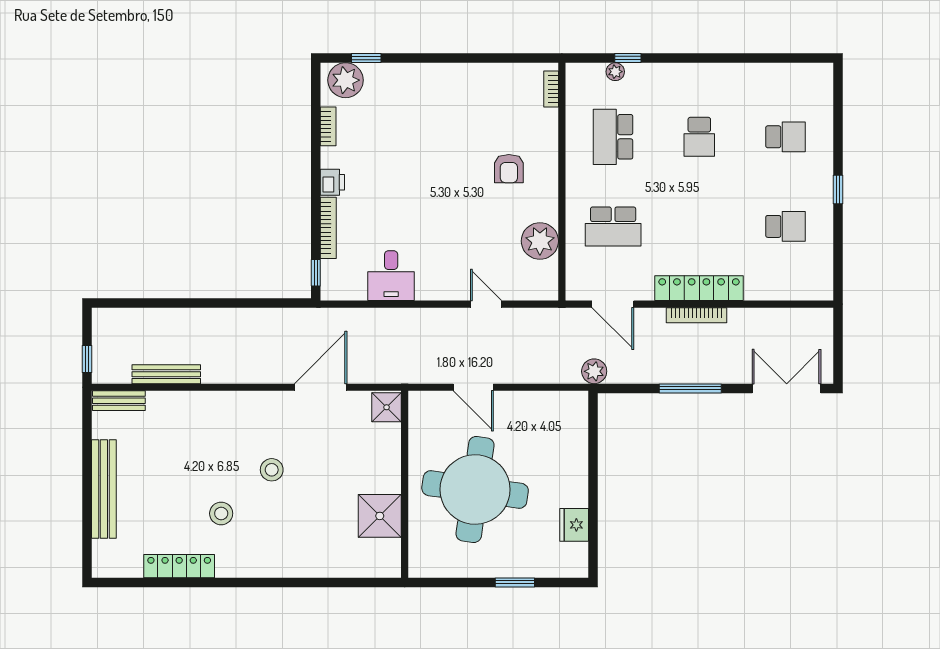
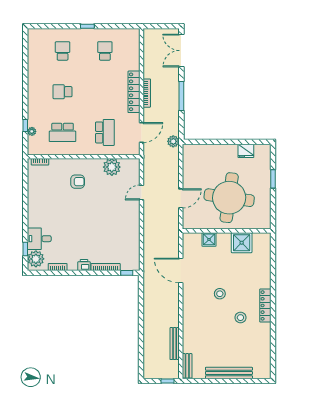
school desk: (699, 137) -> (63, 92), turned 180
desk: (391, 276) -> (39, 239), moved, turned 180
shower: (387, 407) -> (209, 239), moved
locker: (179, 566) -> (265, 305), moved

